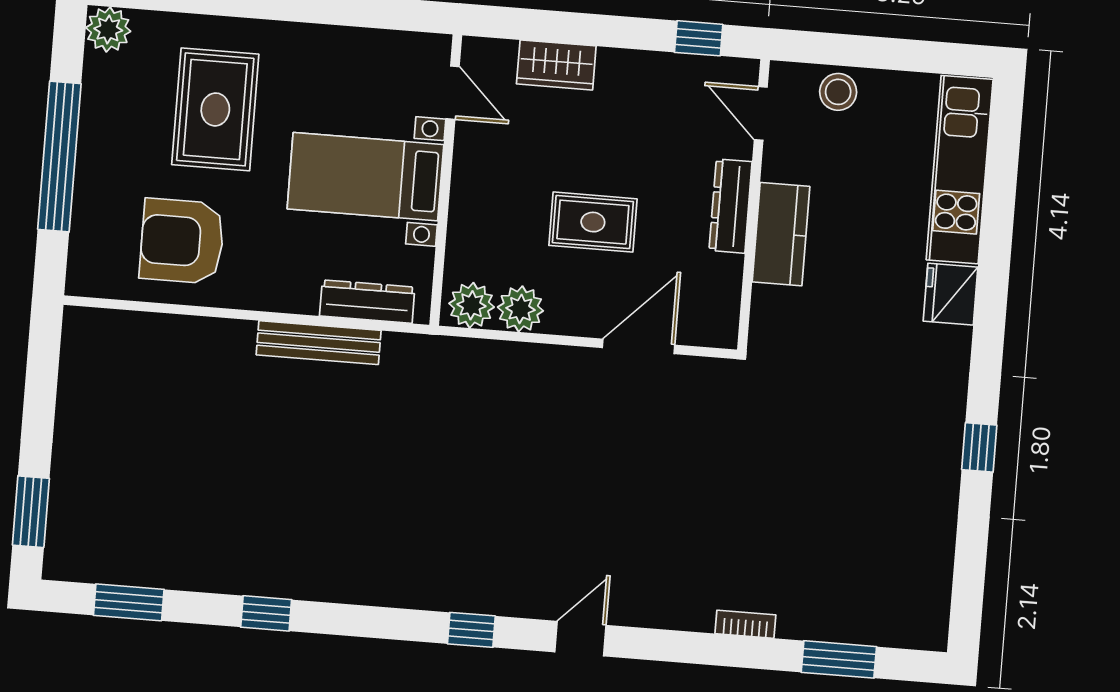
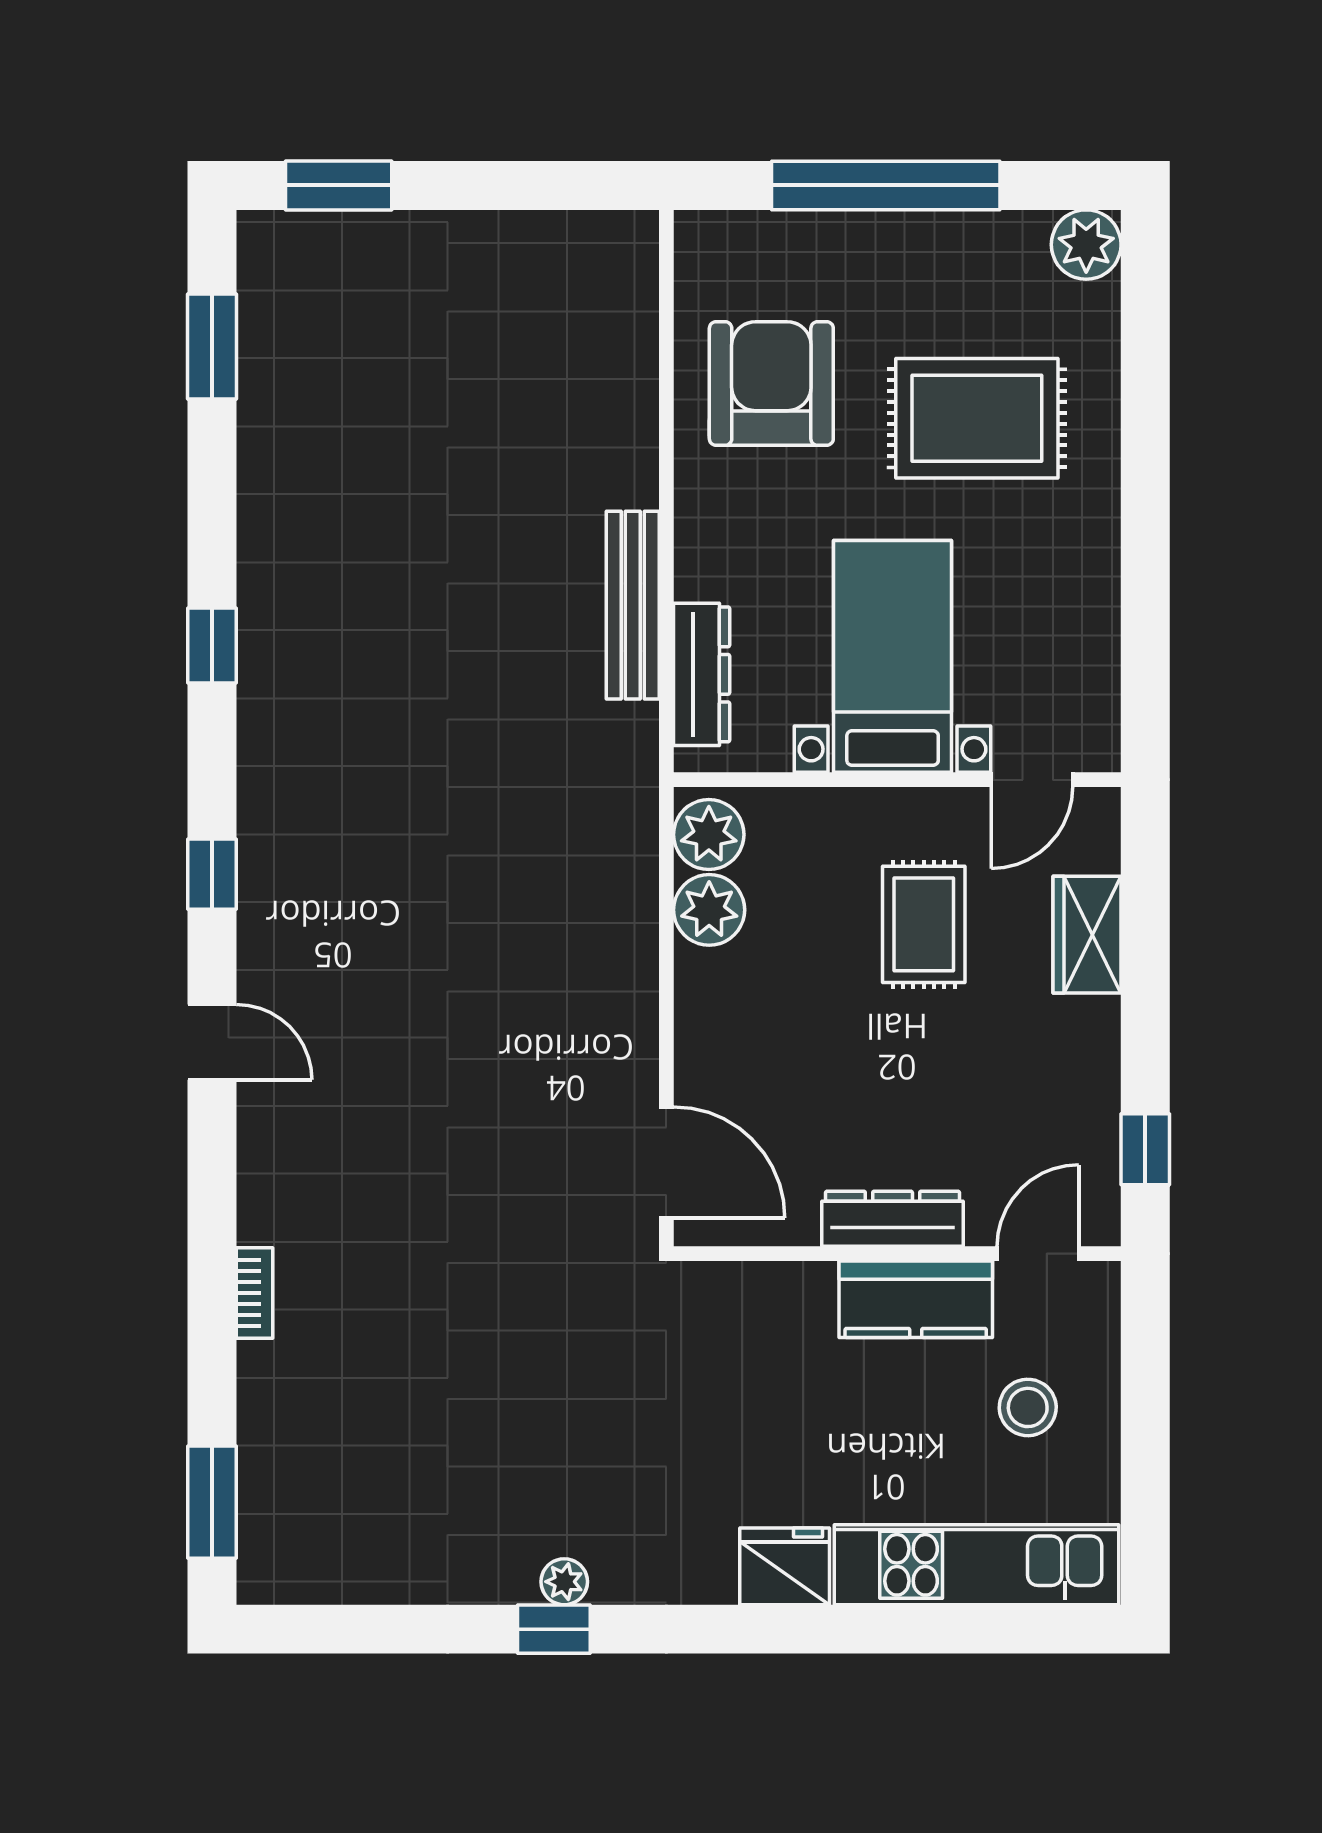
stool: (838, 92) -> (1028, 1407), moved
rug: (593, 222) -> (924, 924), moved
kitchen counter: (781, 234) -> (916, 1299), moved
door: (639, 346) -> (666, 1162), moved
plant: (949, 438) -> (564, 1582), added
window: (266, 613) -> (212, 645), moved
window: (839, 659) -> (212, 1502), moved

